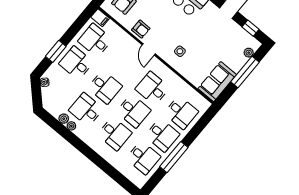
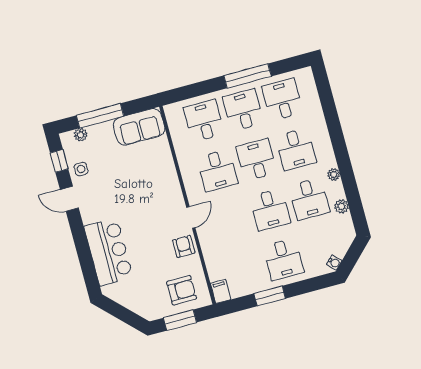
desk: (95, 40) -> (244, 270), removed
window: (56, 51) -> (270, 296), moved
side table: (180, 51) -> (81, 169), moved
desk: (105, 87) -> (270, 210), turned 180
plant: (71, 126) -> (334, 175), moved
desk: (115, 134) -> (296, 149), turned 180

